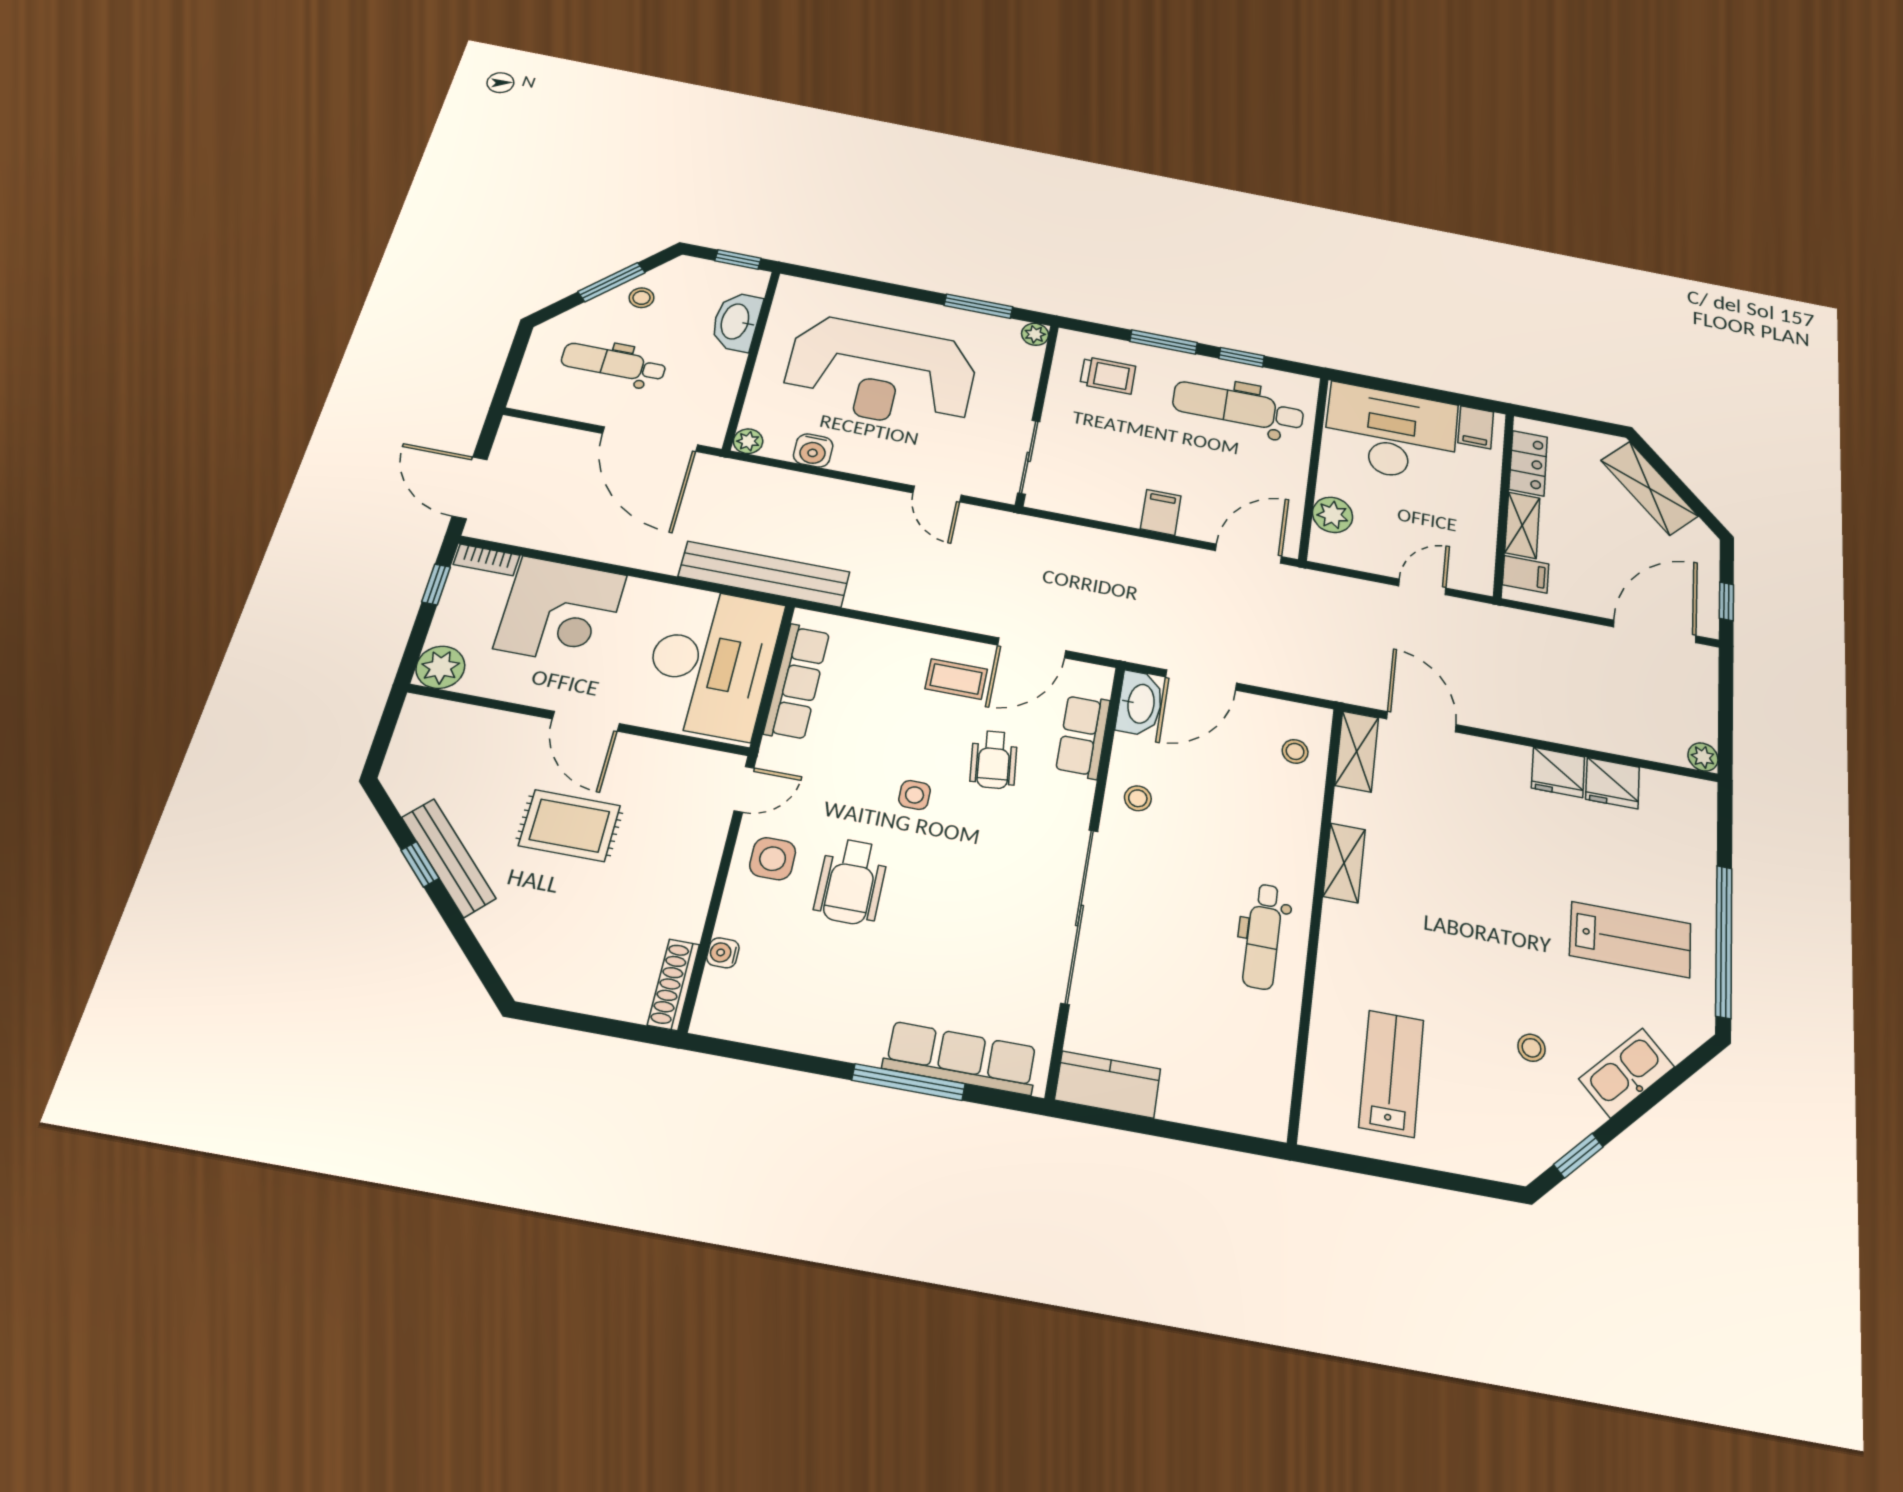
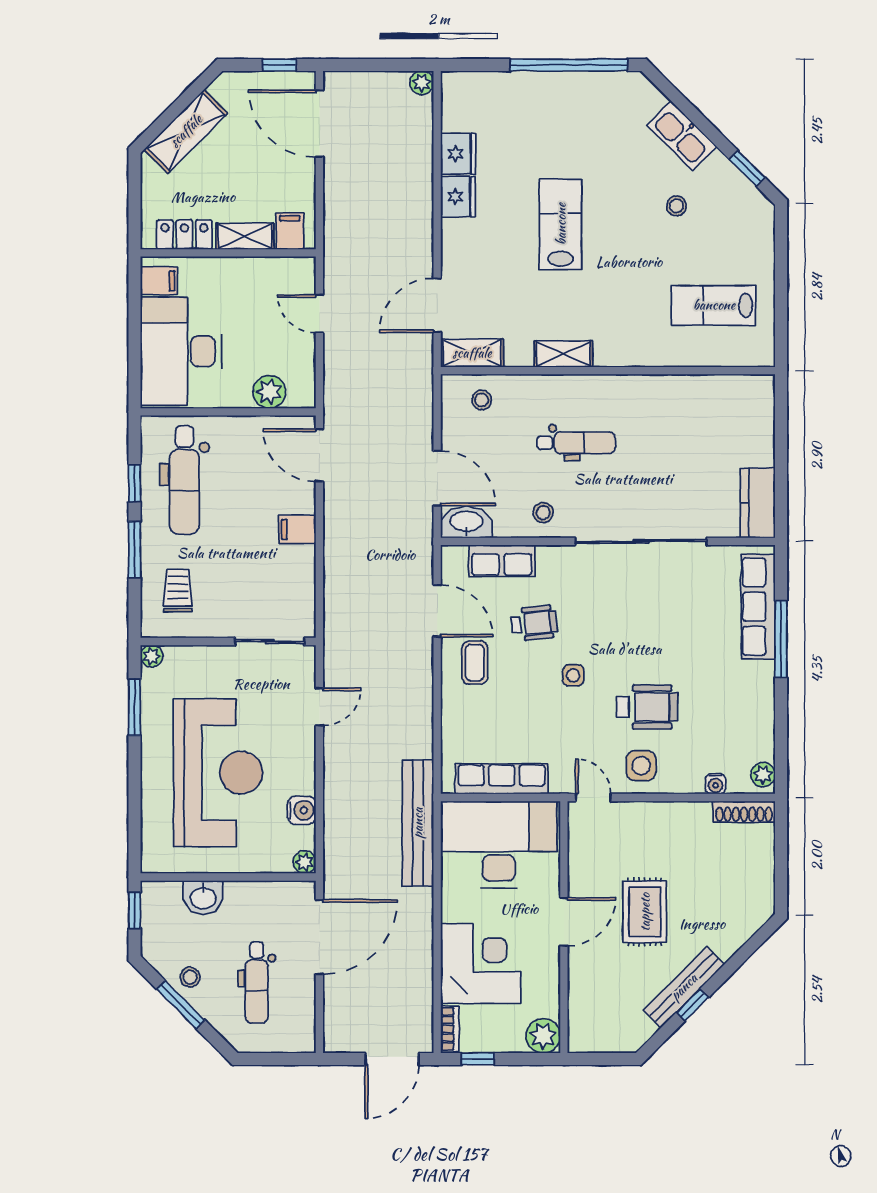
washbasin: (736, 322) -> (203, 897), width x0.72
dental chair: (1263, 936) -> (576, 443), moved
lab bench: (1630, 940) -> (561, 224), moved
plant: (720, 1021) -> (763, 775), added

